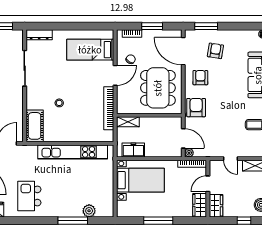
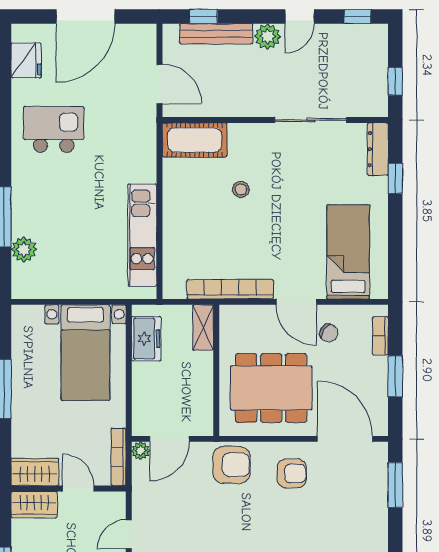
window: (54, 26) -> (395, 178), added
door: (183, 51) -> (345, 439), hinge flipped
armchair: (215, 51) -> (346, 504), removed
kitchen unit: (73, 152) -> (142, 235), width x0.73

